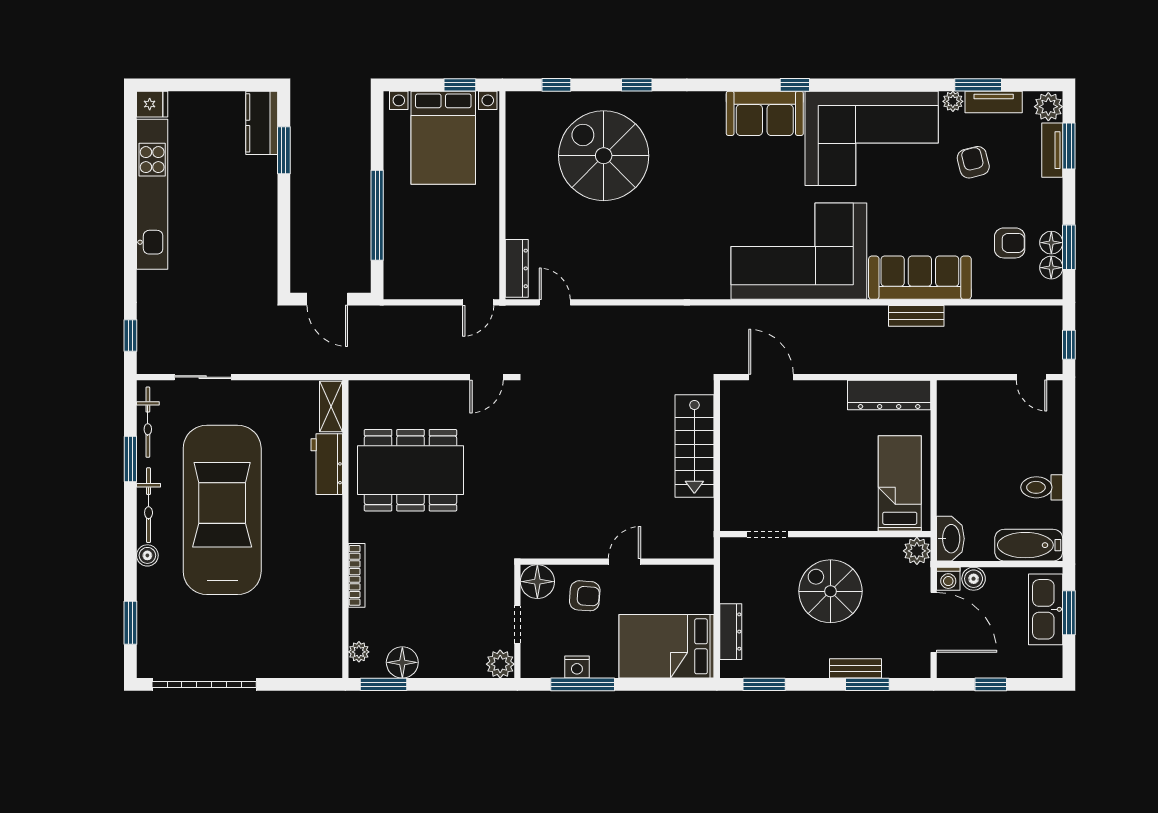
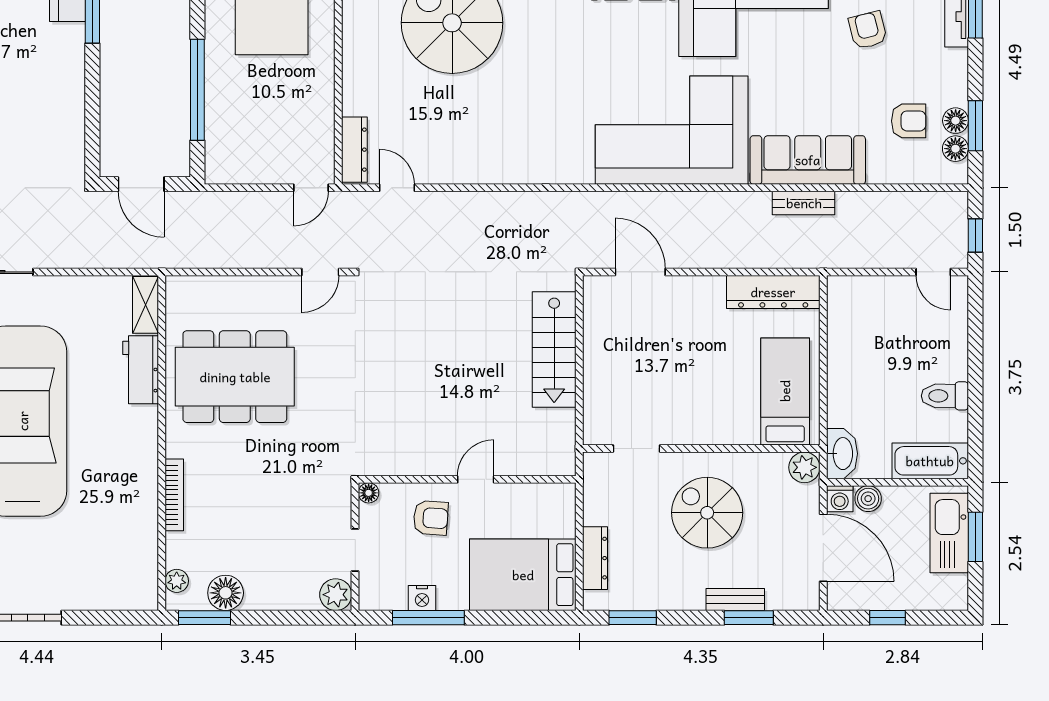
floor lamp: (537, 582) -> (369, 493), width x0.53, depth x0.53

